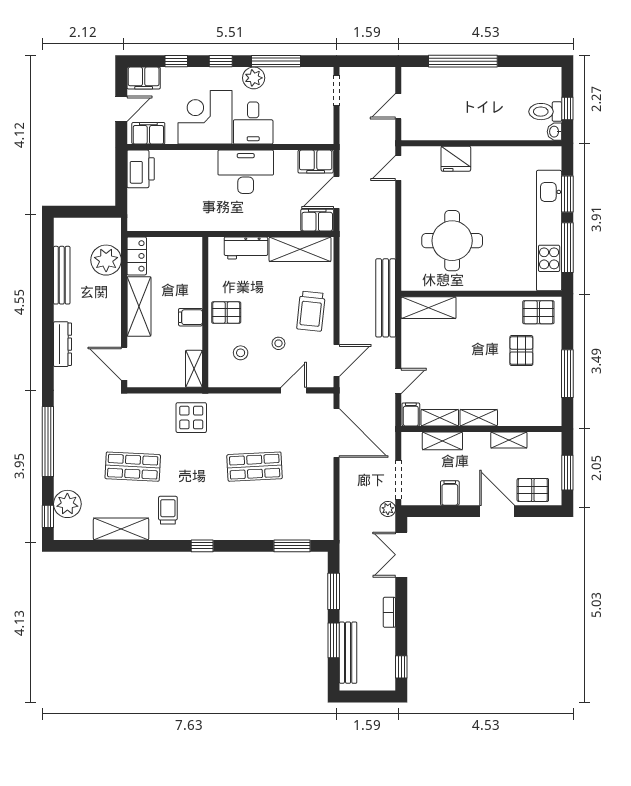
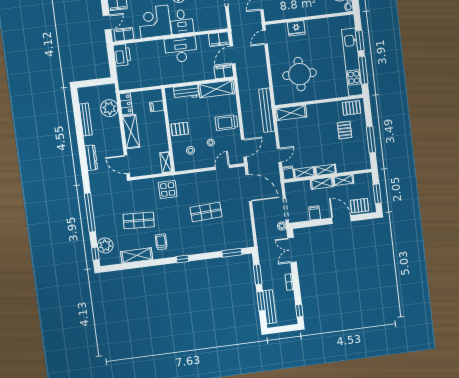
trolley: (311, 311) -> (226, 123), turned 84
filing cabinet: (190, 317) -> (157, 106), moved
shelving: (442, 441) -> (322, 183), moved

